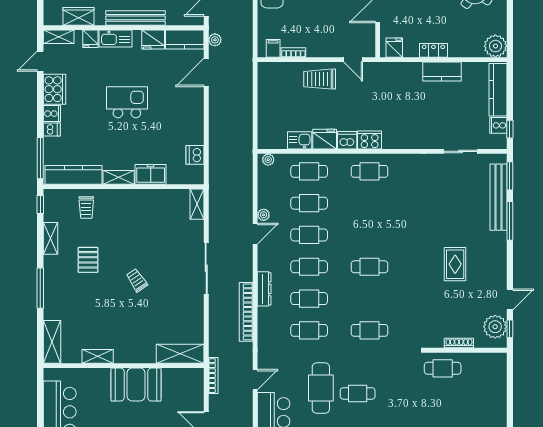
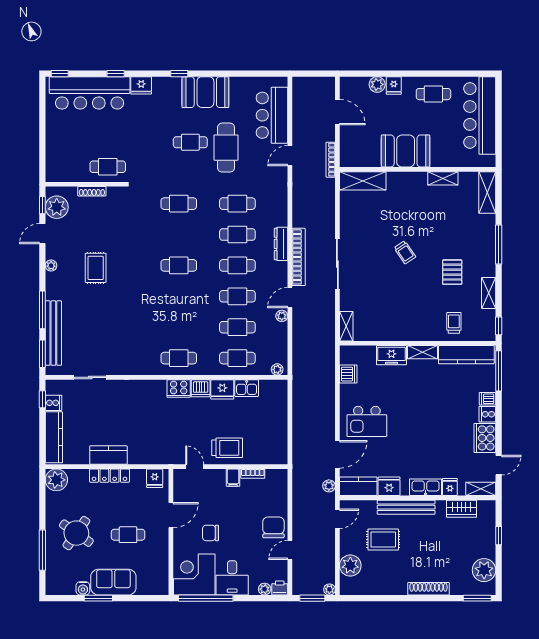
filing cabinet: (273, 48) -> (233, 478), moved
locker: (433, 50) -> (110, 476), width x1.53
kitchen island: (127, 102) -> (367, 421), moved
plant: (501, 267) -> (51, 266), added
bookcase: (246, 312) -> (299, 257), moved

